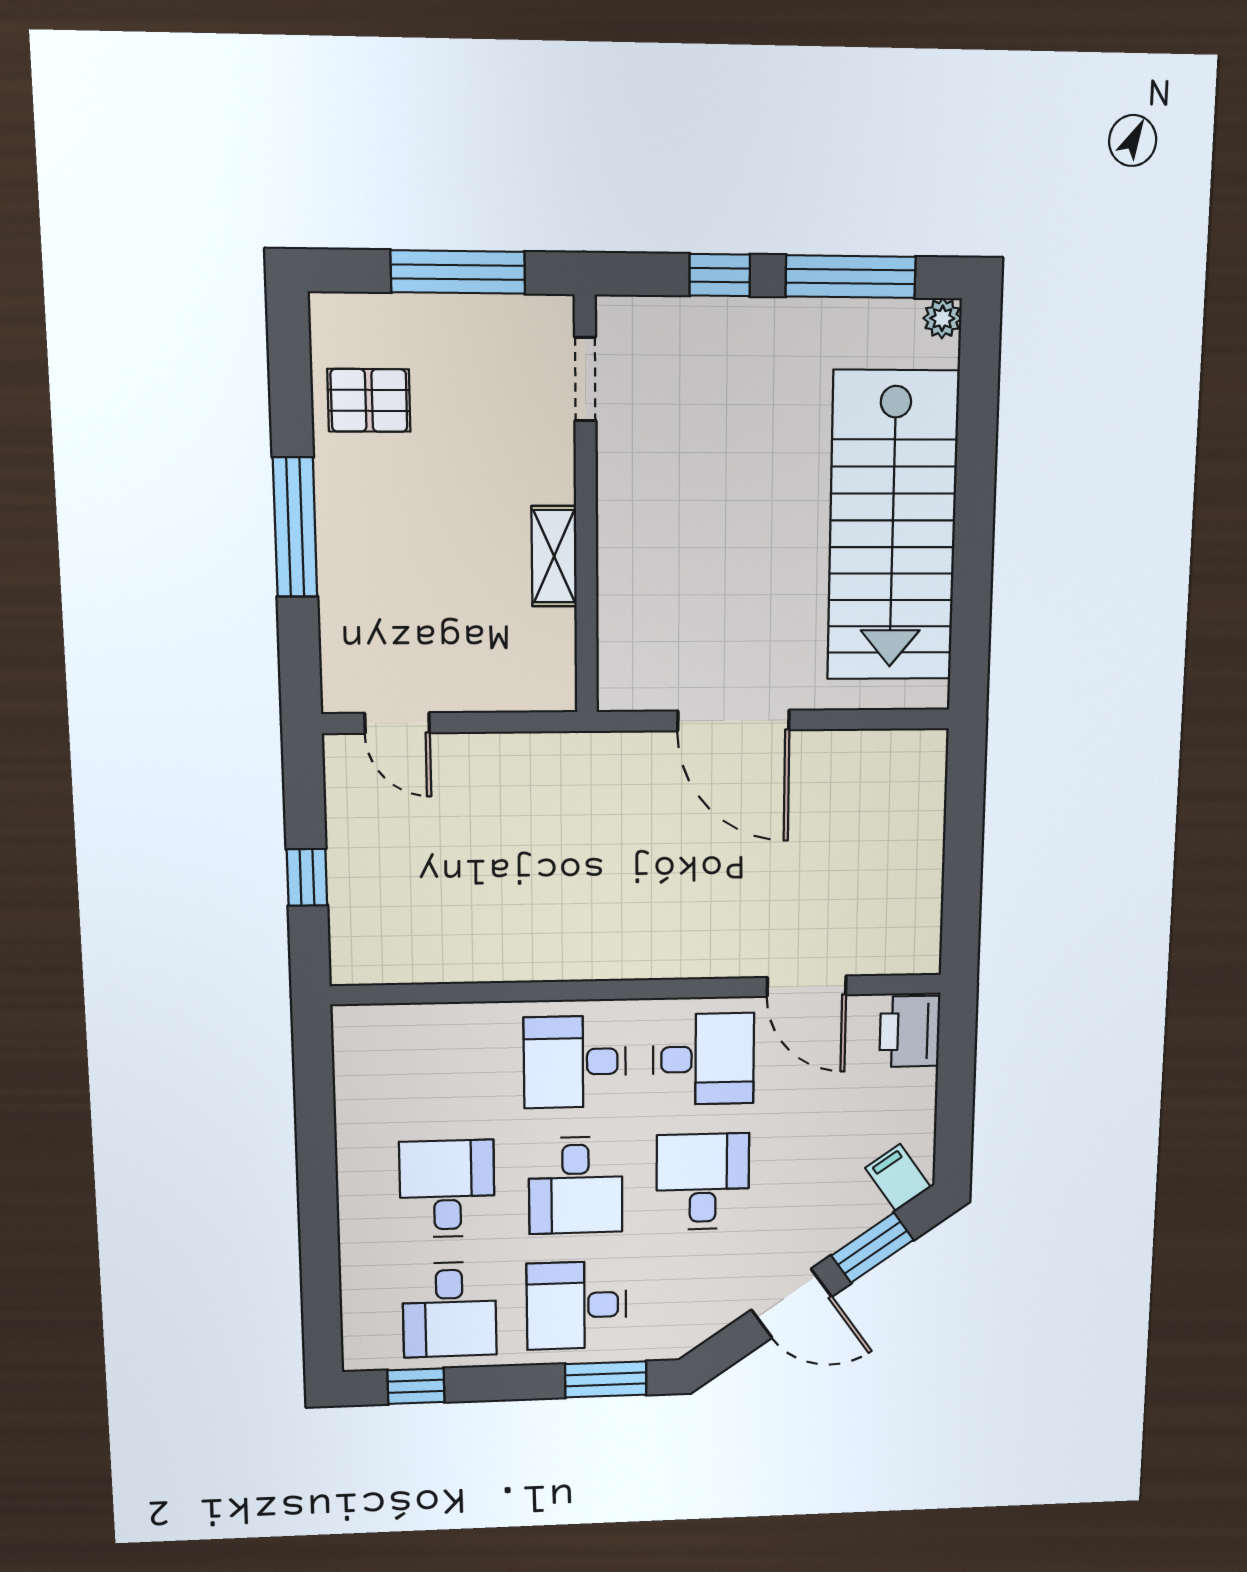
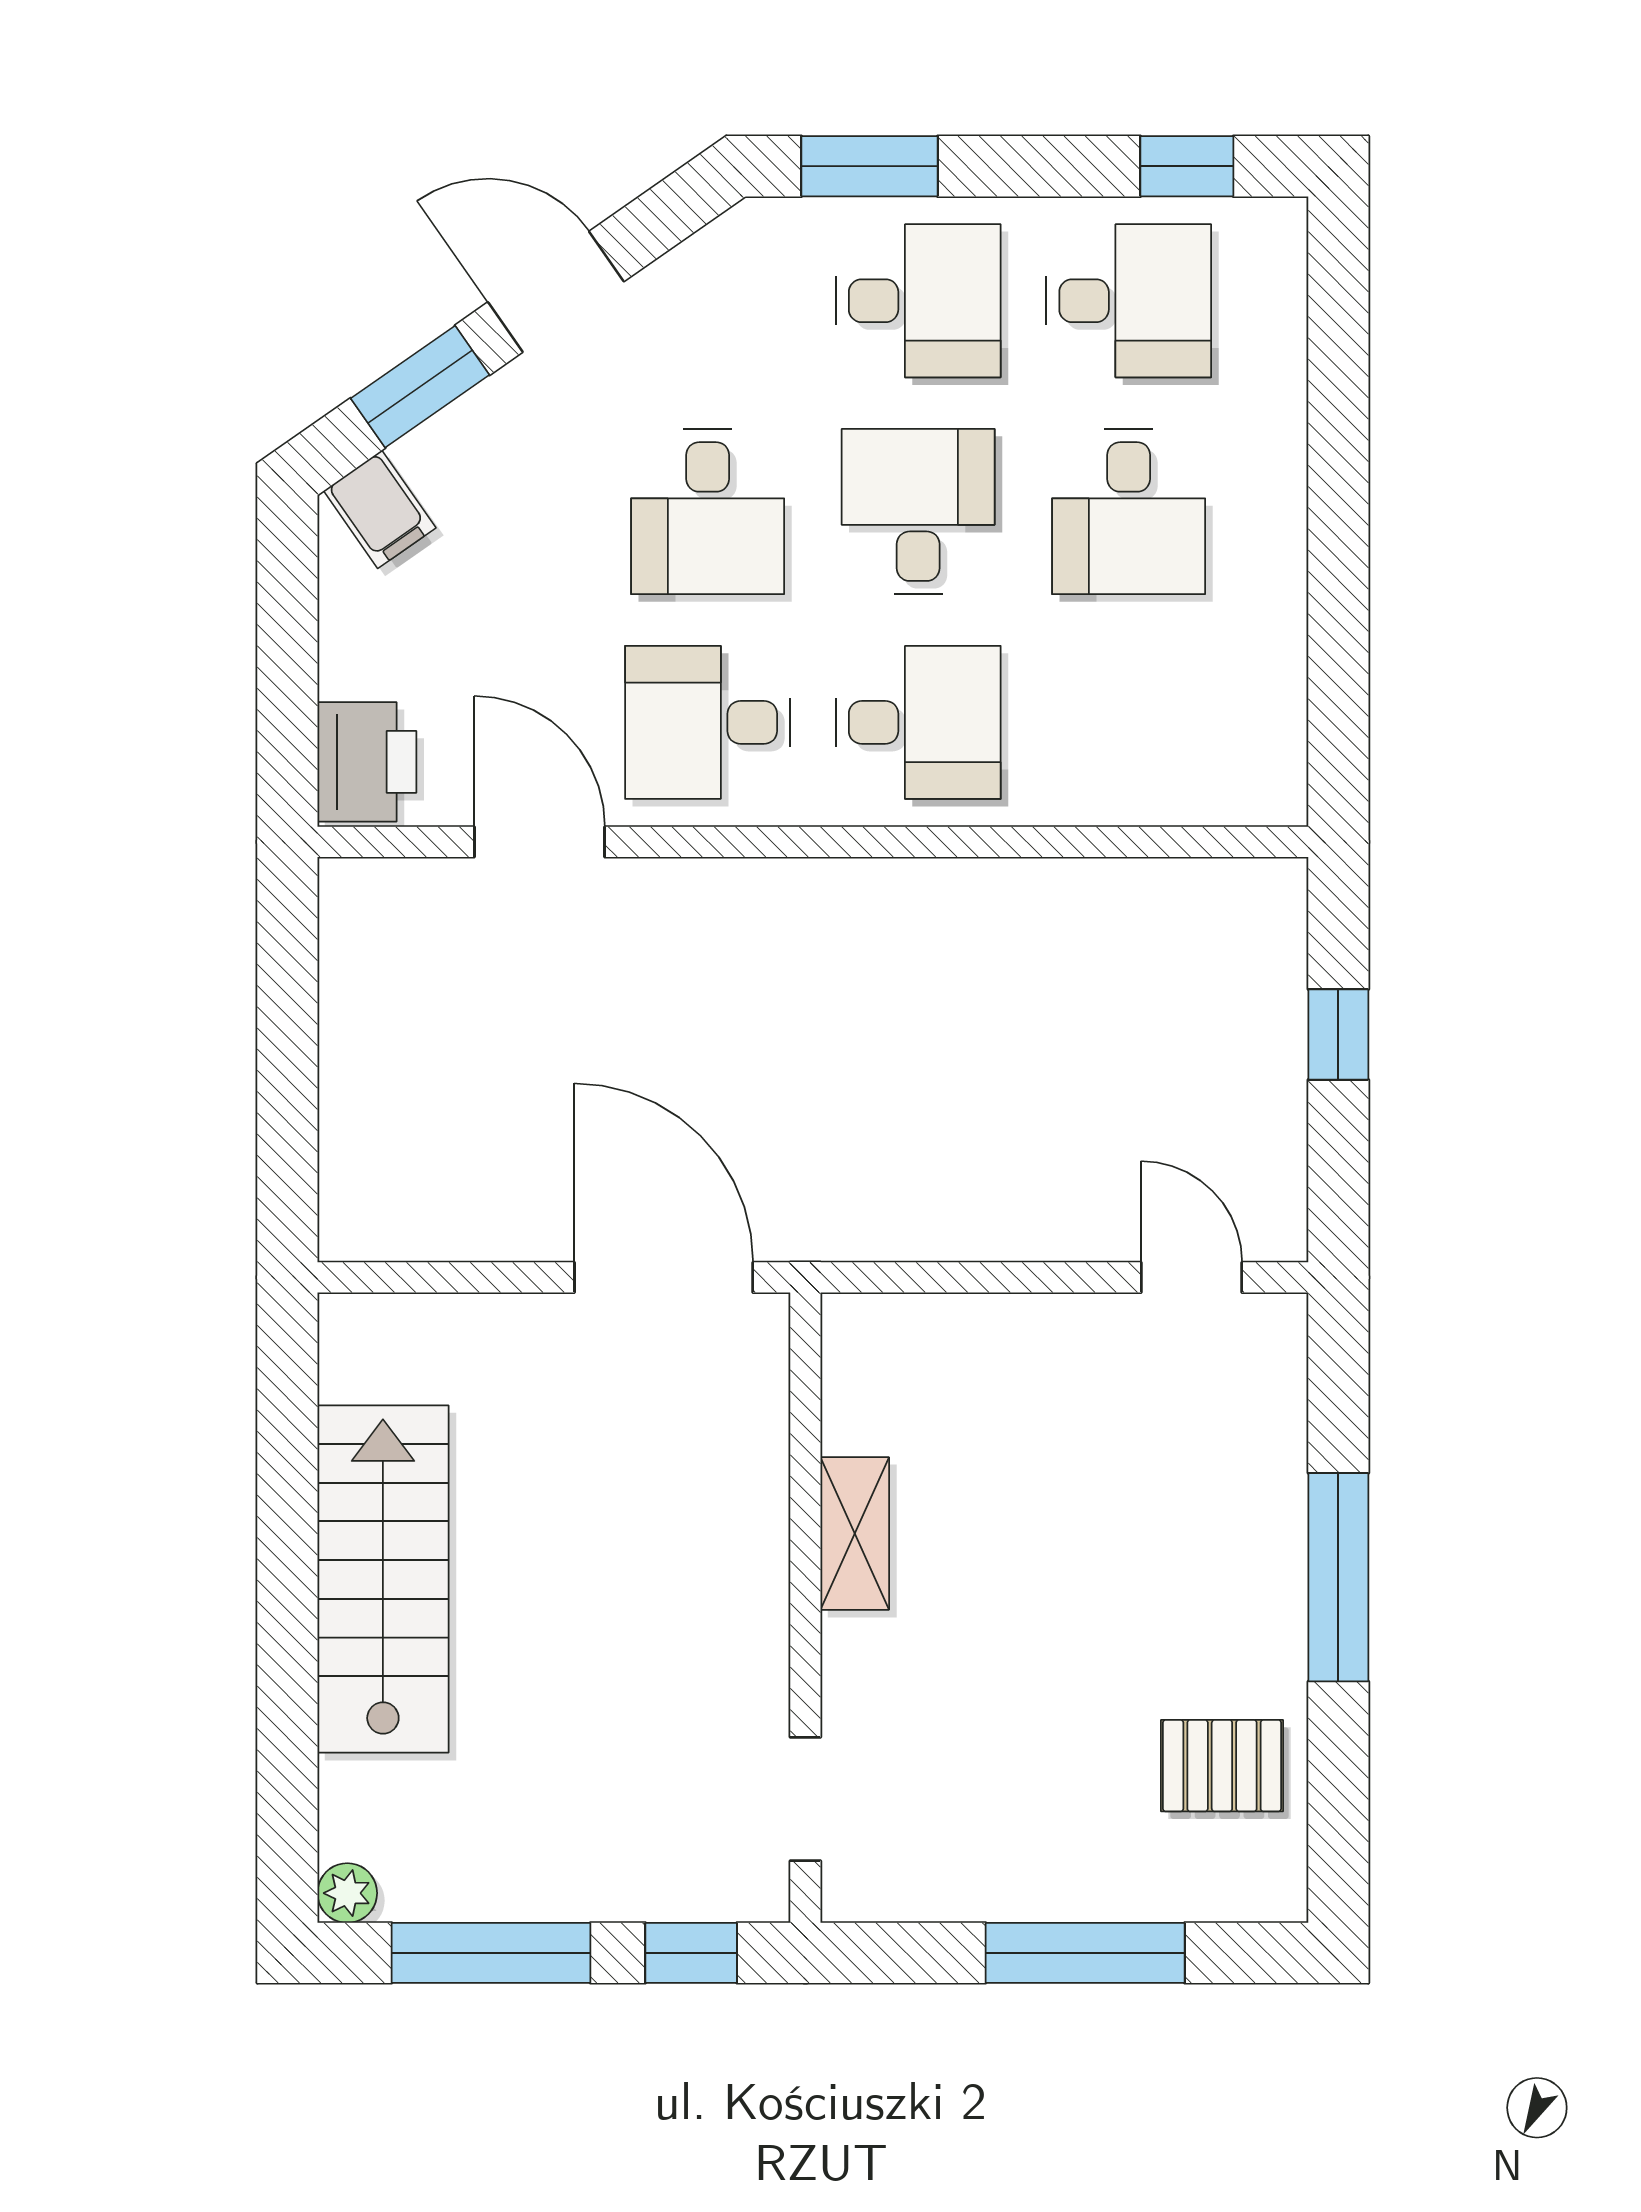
doorway: (585, 379) -> (805, 1799), moved
wall: (586, 507) -> (805, 1608), moved
stairs: (893, 526) -> (383, 1579), width x0.73, depth x0.66
shelving: (554, 556) -> (855, 1533), moved
desk: (450, 1310) -> (1129, 301), turned 90

